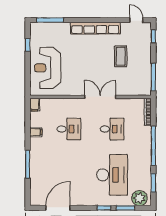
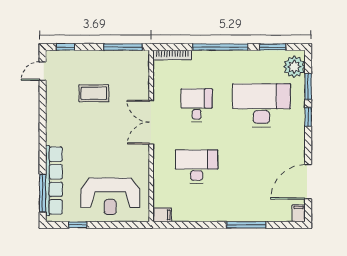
row of seats: (95, 28) -> (54, 181), moved
desk: (69, 129) -> (197, 166), width x1.37
filing cabinet: (36, 132) -> (299, 213), moved
door: (58, 208) -> (308, 182), hinge flipped

